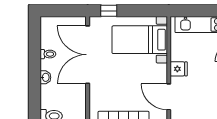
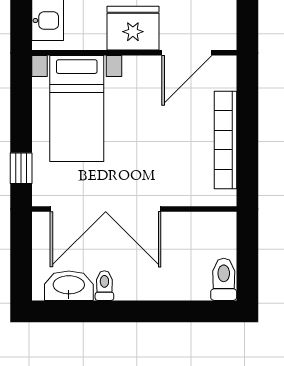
fridge: (179, 69) -> (133, 28), width x1.88, depth x1.34
washbasin: (45, 77) -> (69, 286), moved, width x1.91, depth x1.45

